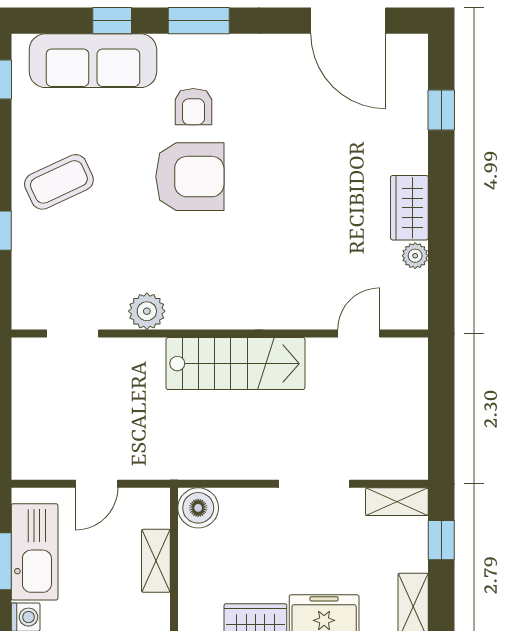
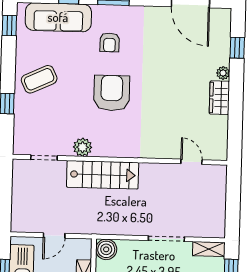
armchair: (190, 177) -> (112, 93), moved, turned -90
plant: (415, 256) -> (223, 73), moved
door: (359, 333) -> (191, 162), hinge flipped
stairs: (235, 364) -> (103, 175), moved

